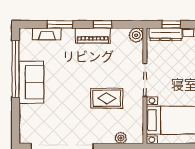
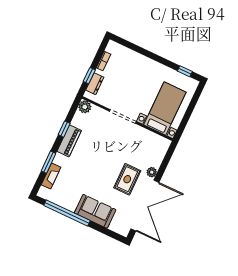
dresser: (166, 34) -> (95, 84), width x0.70
sofa: (31, 82) -> (95, 211), moved
rug: (107, 98) -> (127, 179), moved
plant: (121, 138) -> (152, 172), moved

